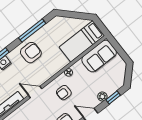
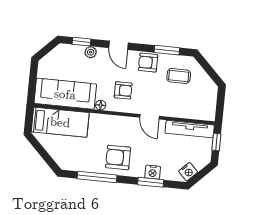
sofa: (99, 56) -> (65, 94), width x1.36

